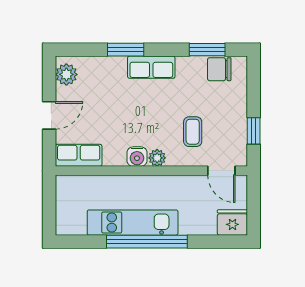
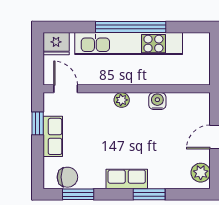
coffee table: (193, 132) -> (91, 123), removed
row of seats: (79, 155) -> (53, 136), moved, turned -90
water cooler: (137, 157) -> (157, 101), moved
kitchen unit: (133, 223) -> (129, 44), width x1.36

